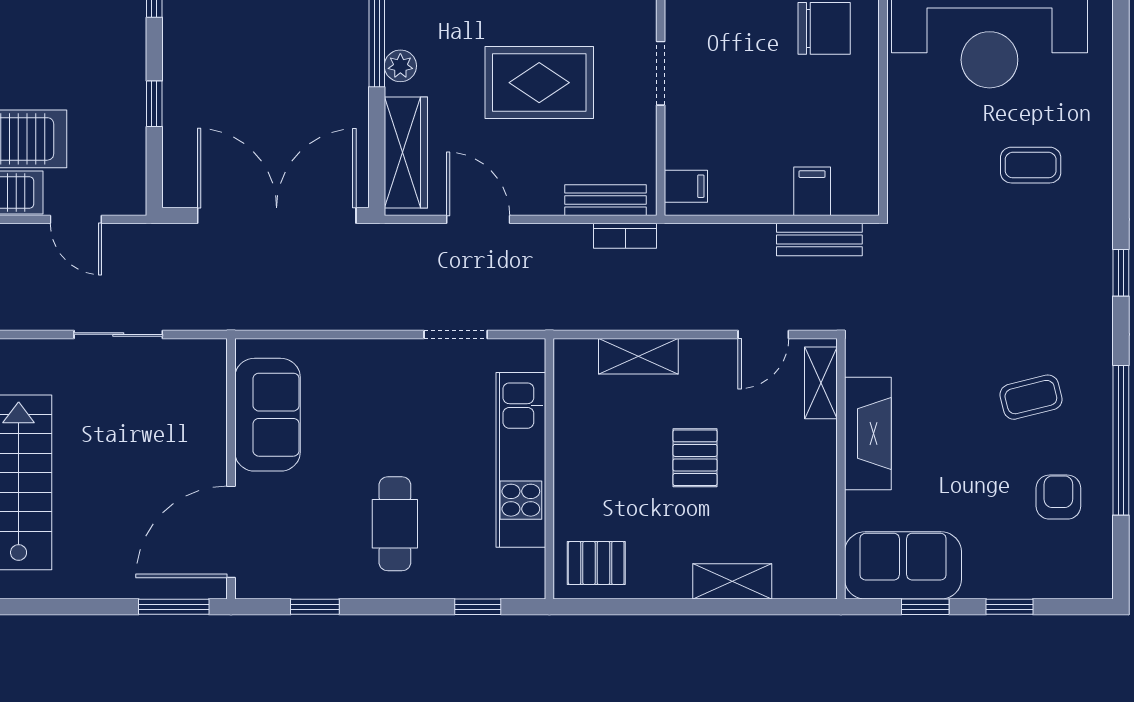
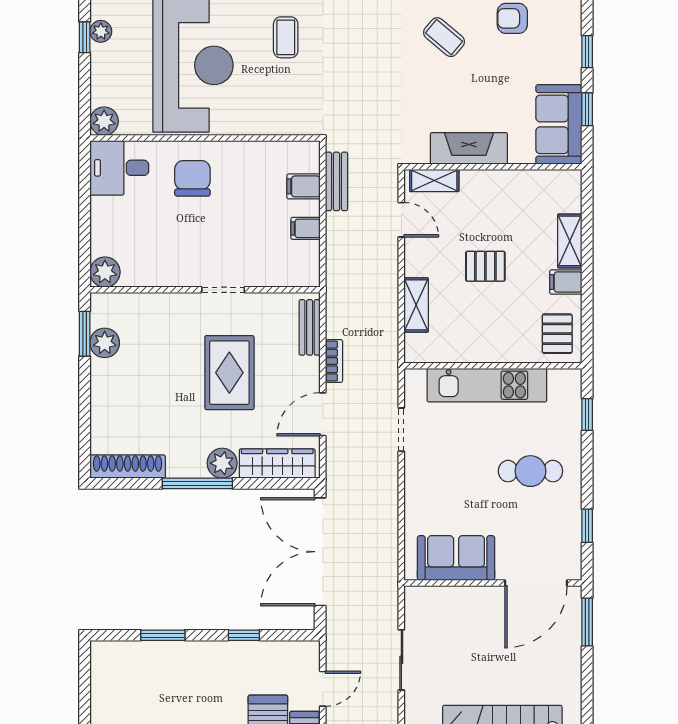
plant: (400, 66) -> (222, 463), width x1.38, depth x1.38
filing cabinet: (686, 186) -> (306, 228), moved, turned -90
bookcase: (625, 236) -> (334, 361), moved
coffee table: (1031, 397) -> (444, 37), turned -36
door: (231, 532) -> (536, 583), hinge flipped
filing cabinet: (672, 576) -> (566, 282), added

